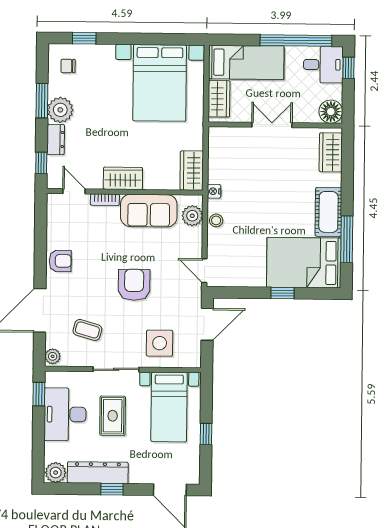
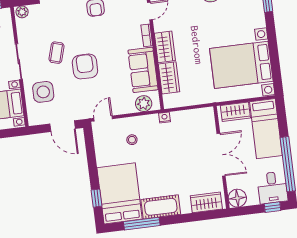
double door: (272, 125) -> (221, 155), width x1.37
wardrobe: (192, 171) -> (169, 78), moved, turned 90
stool: (216, 220) -> (132, 140), moved
armchair: (134, 285) -> (85, 66), turned -90
window: (283, 293) -> (96, 198), moved
coffee table: (87, 330) -> (56, 53), moved

